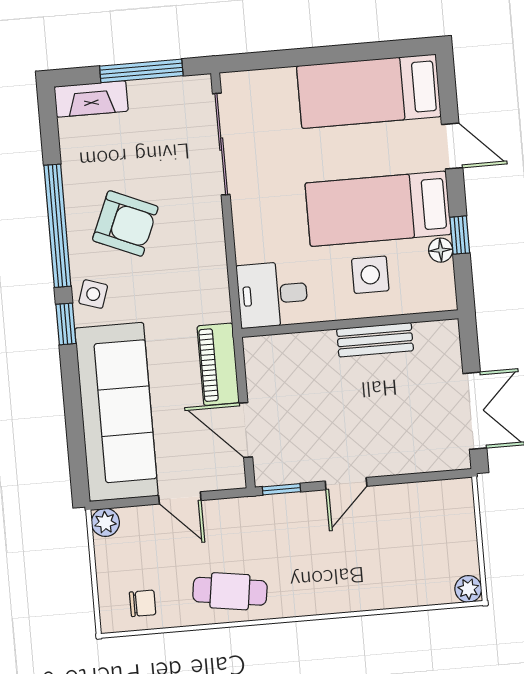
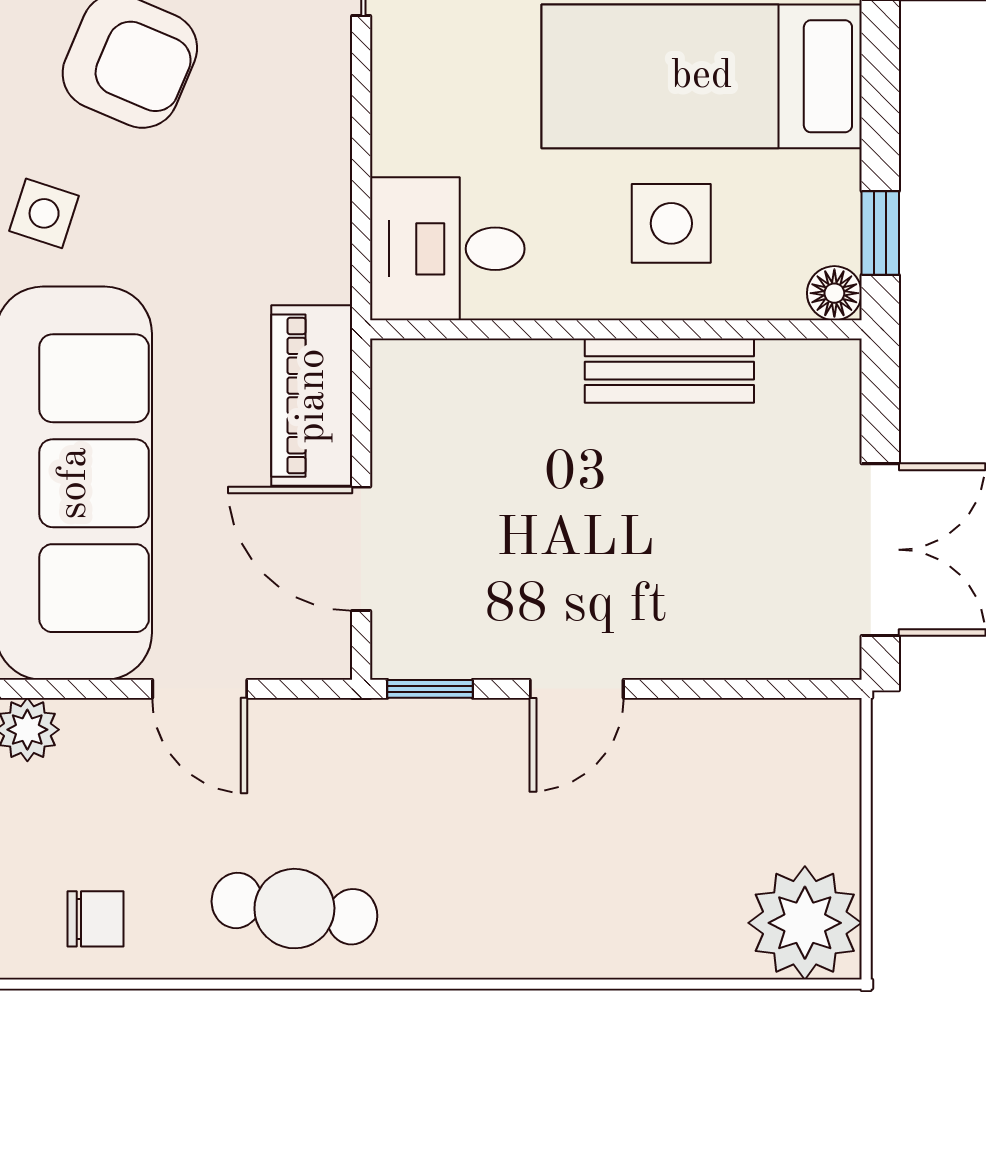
window: (460, 235) -> (880, 233), moved
floor lamp: (441, 250) -> (834, 293), moved
plant: (468, 589) -> (805, 923), width x1.88, depth x1.88

